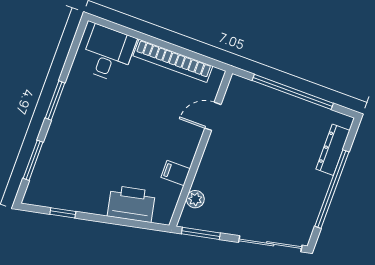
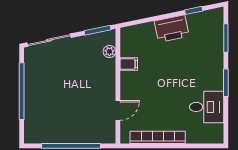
desk: (108, 53) -> (207, 107), moved, turned -90
dresser: (333, 150) -> (31, 117), removed
printer: (131, 204) -> (172, 29), moved

